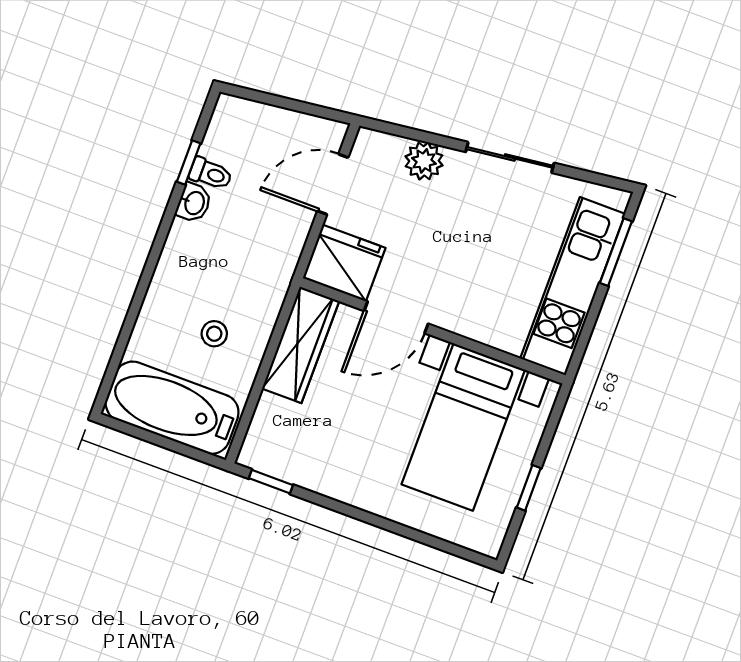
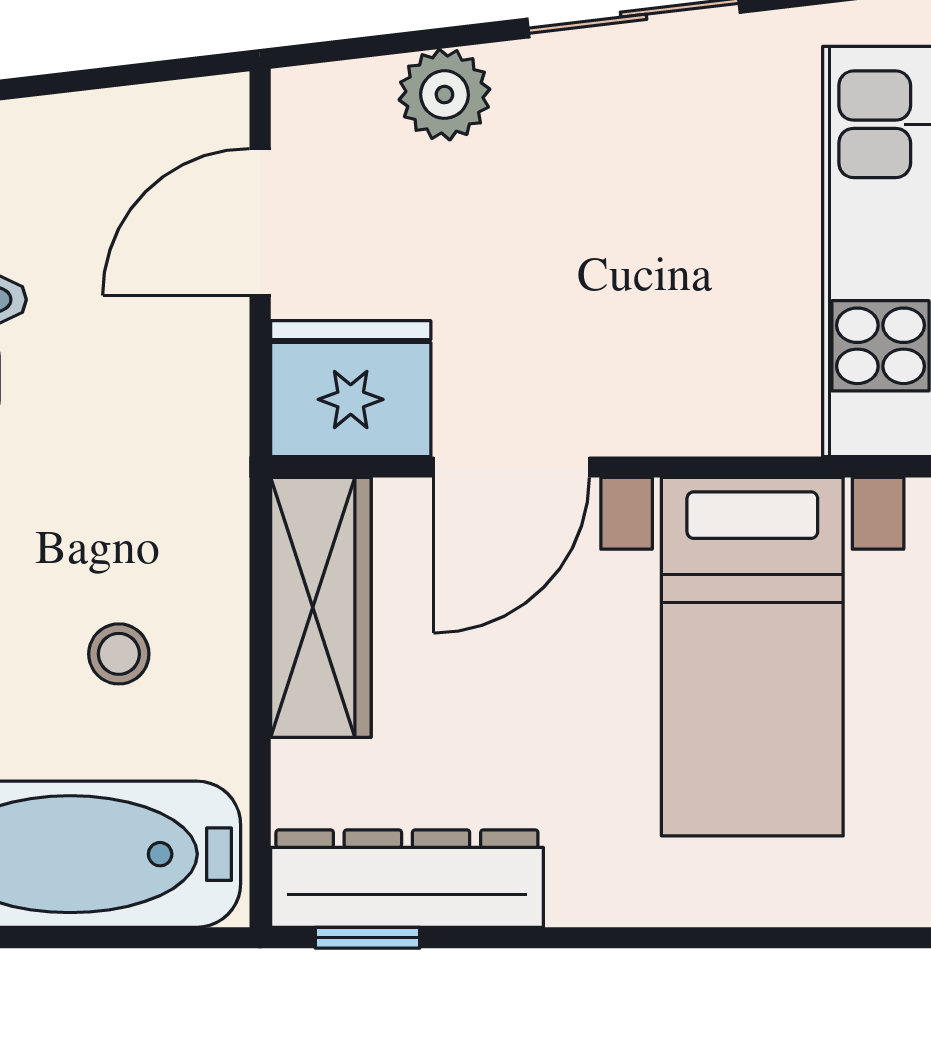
dresser: (295, 464) -> (407, 879), added

